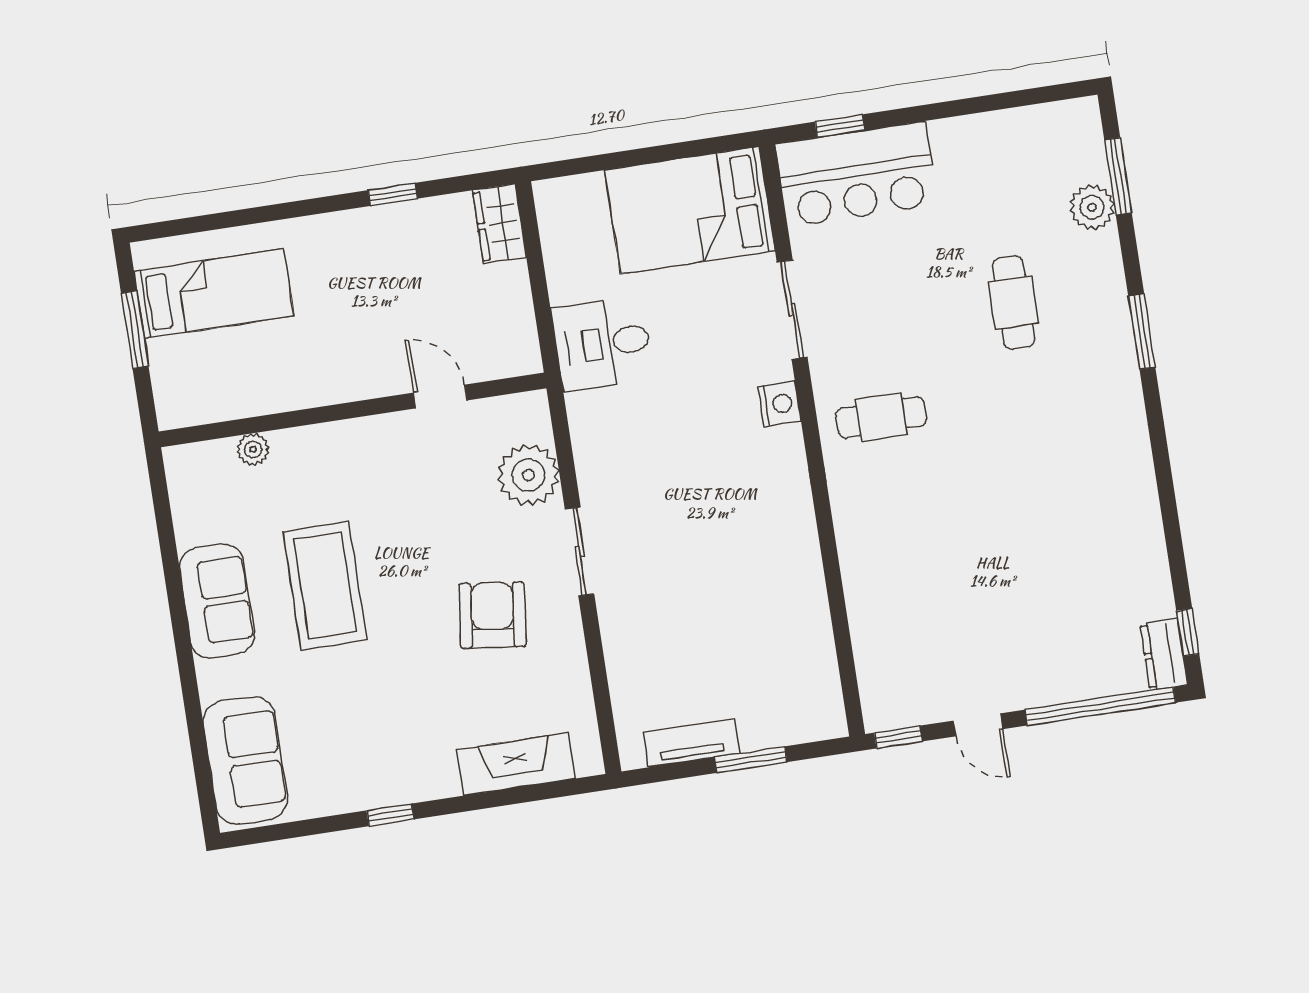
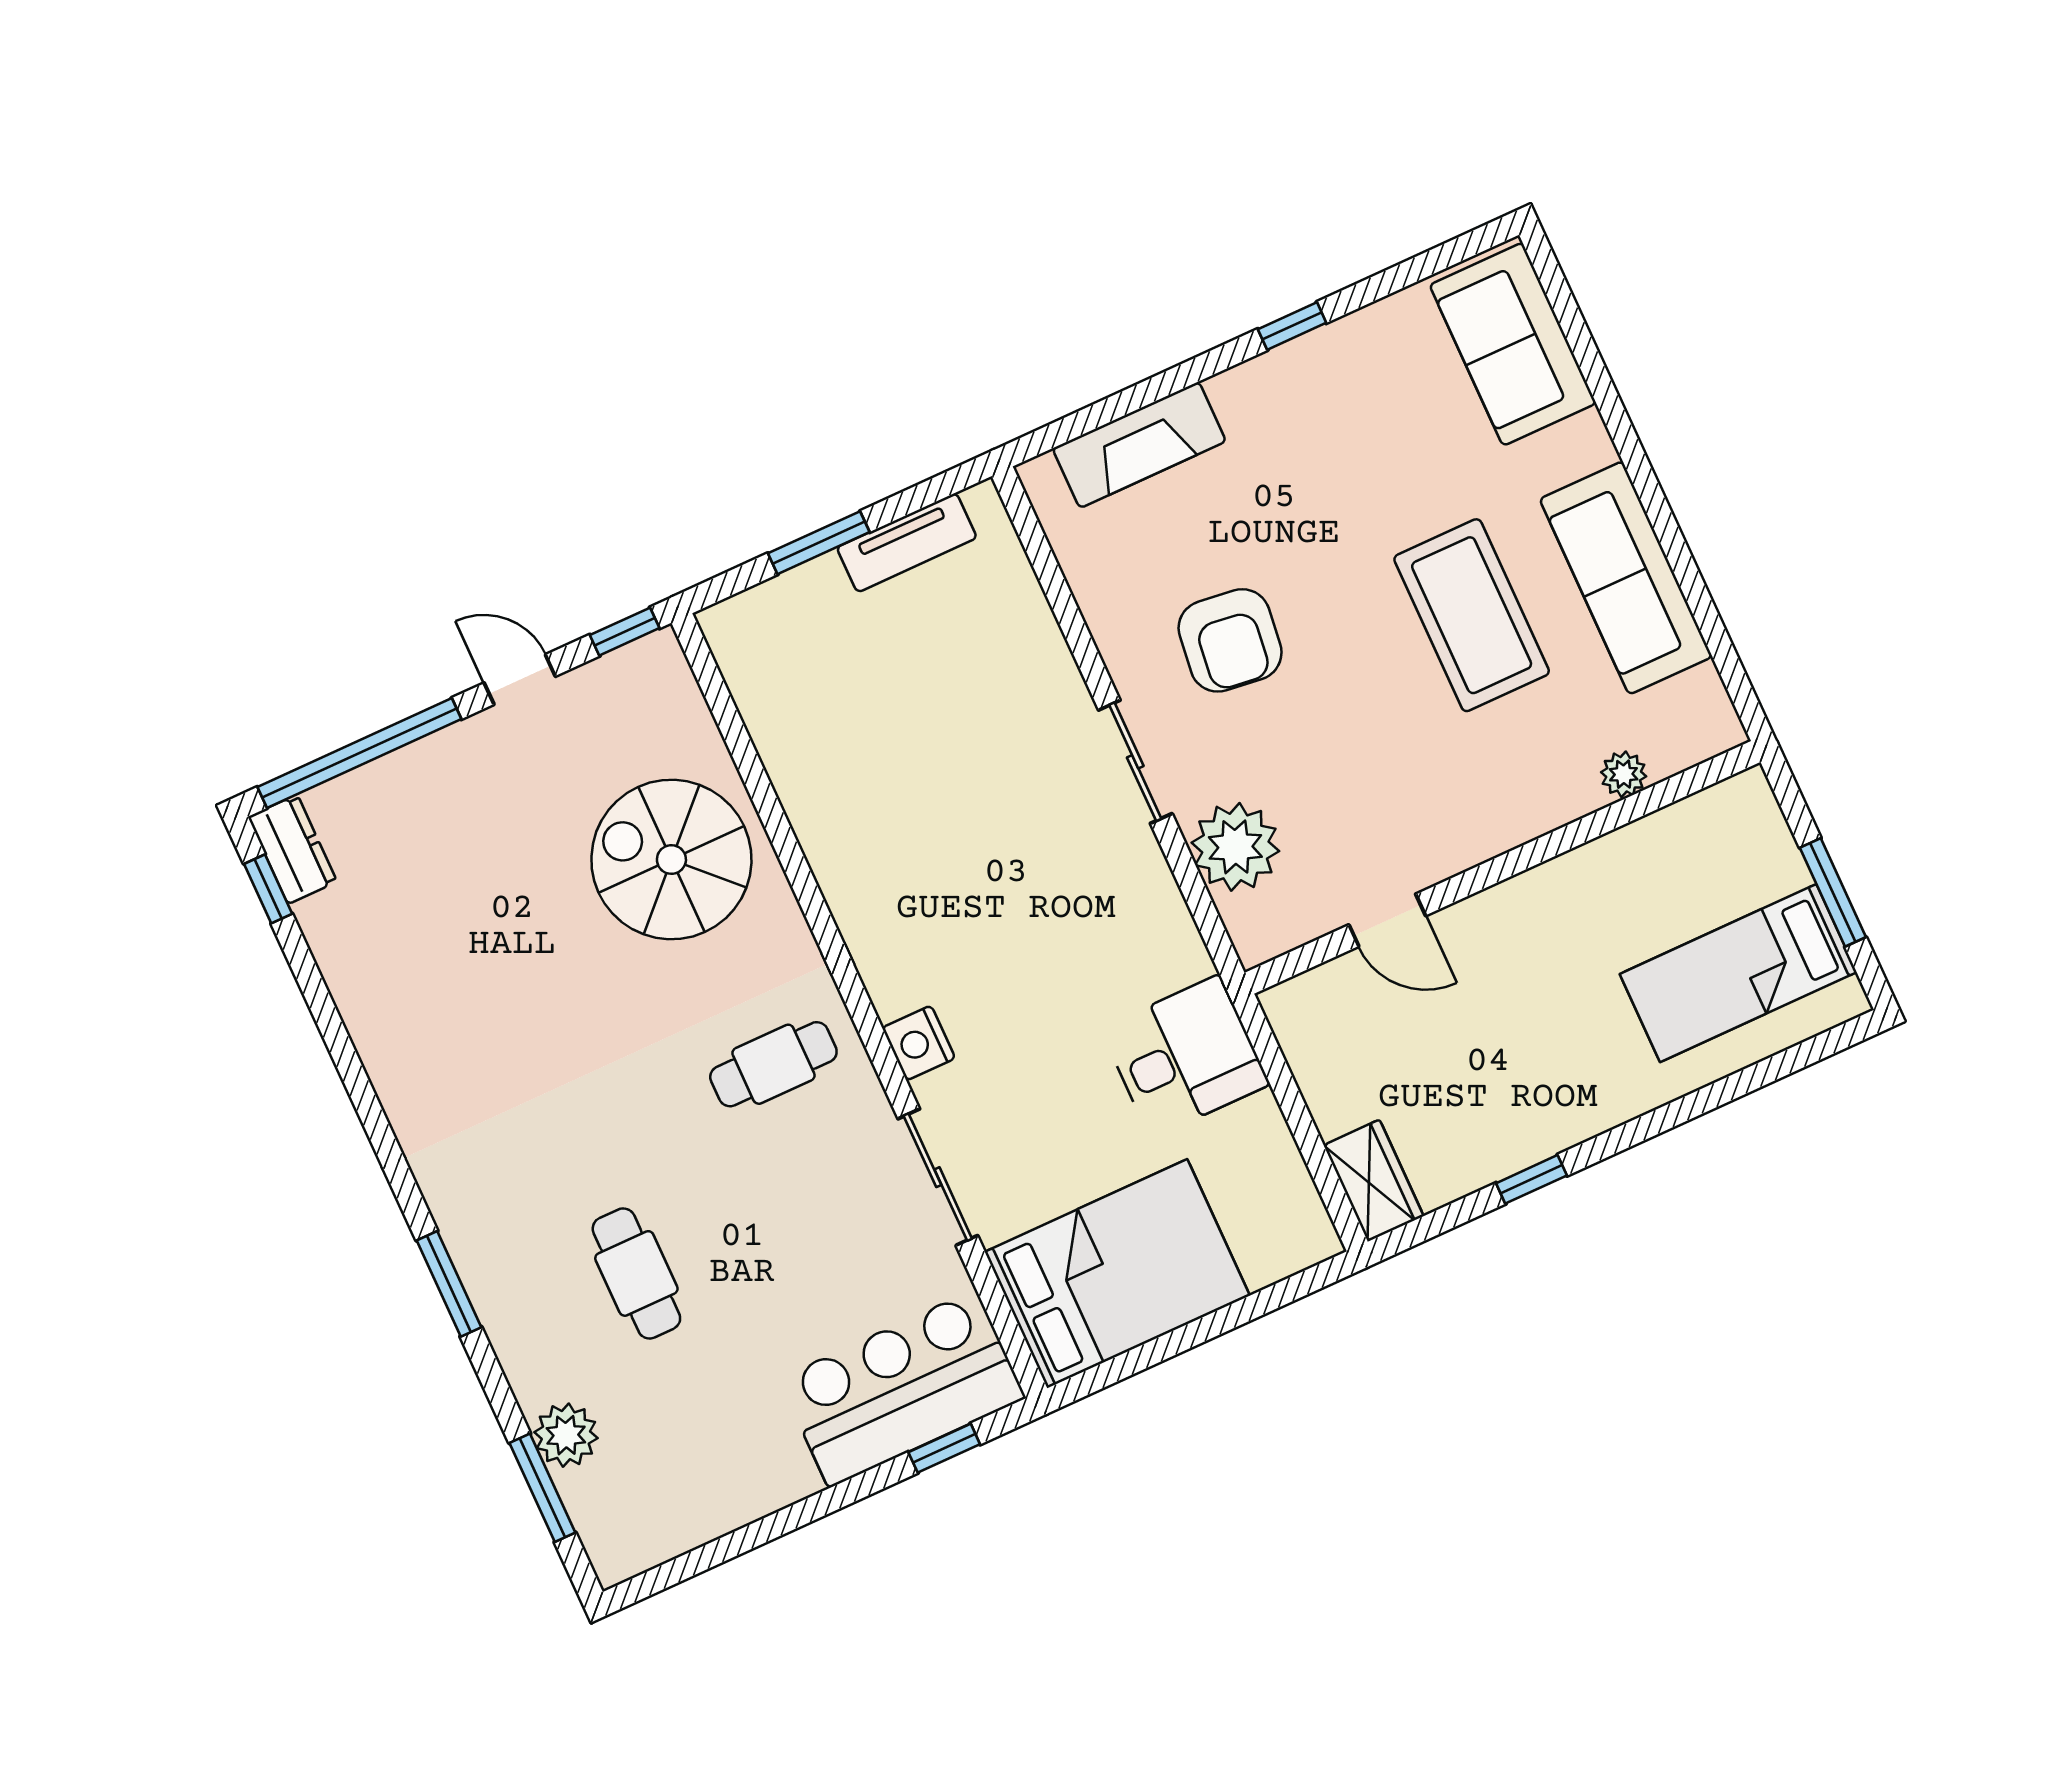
spiral stairs: (911, 575) -> (671, 860), added
sofa: (217, 601) -> (1626, 578), width x1.36

